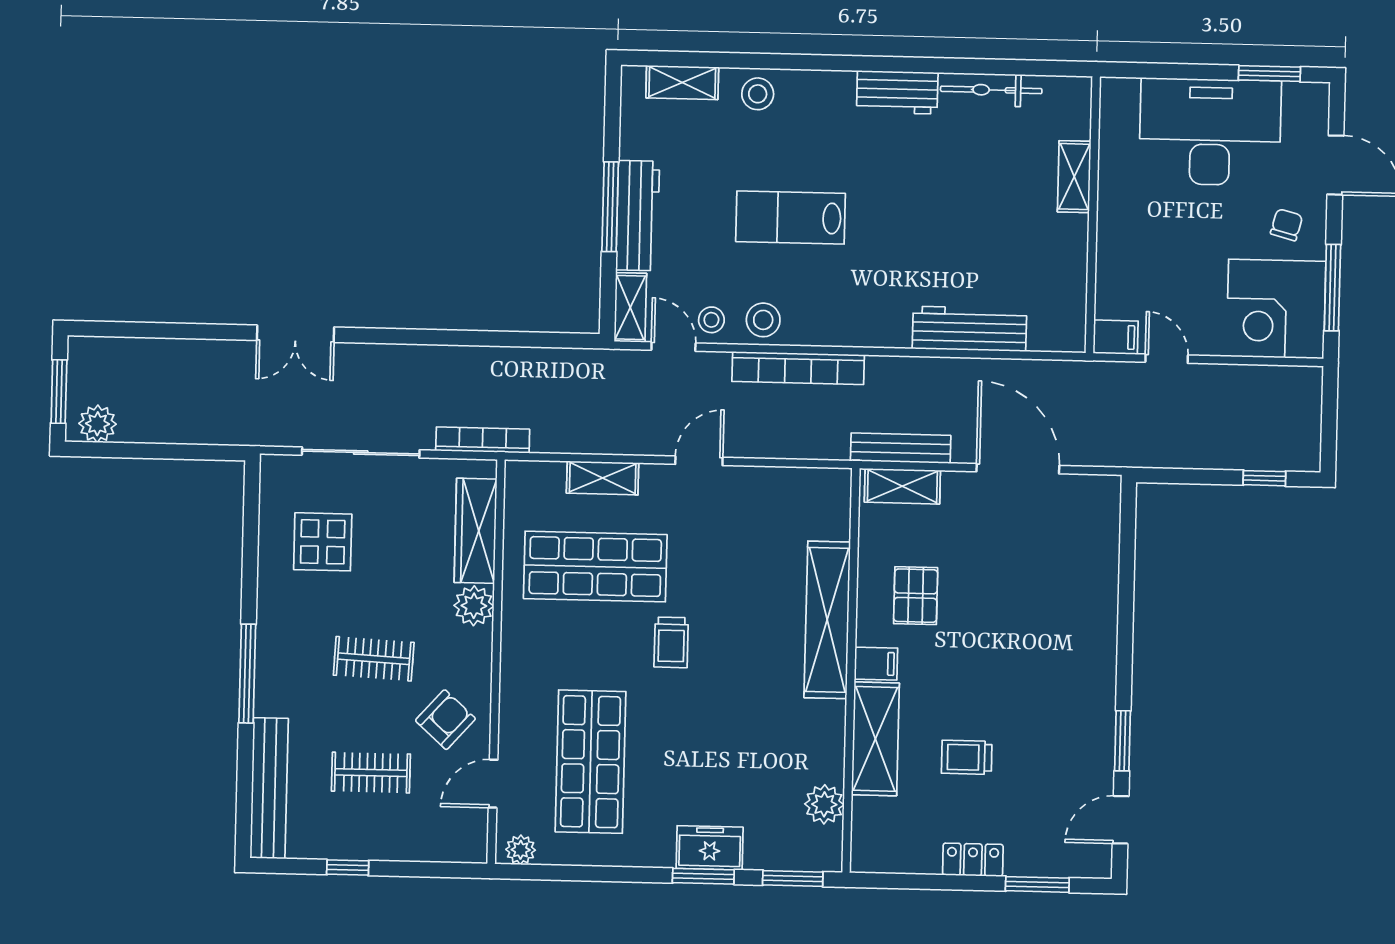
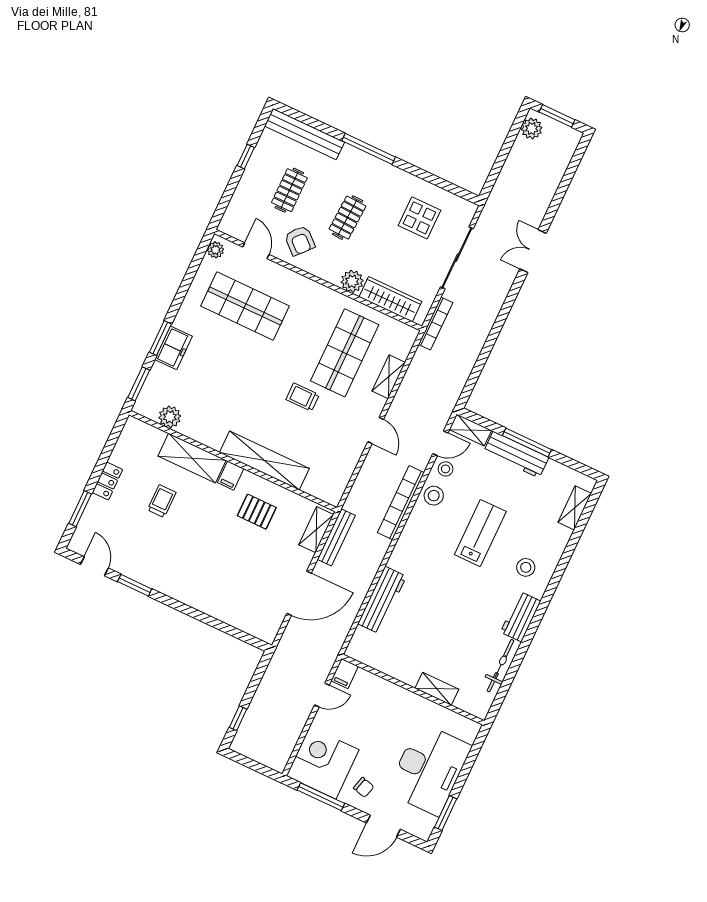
stool: (758, 94) -> (526, 567), moved
trolley: (671, 642) -> (303, 397), moved

